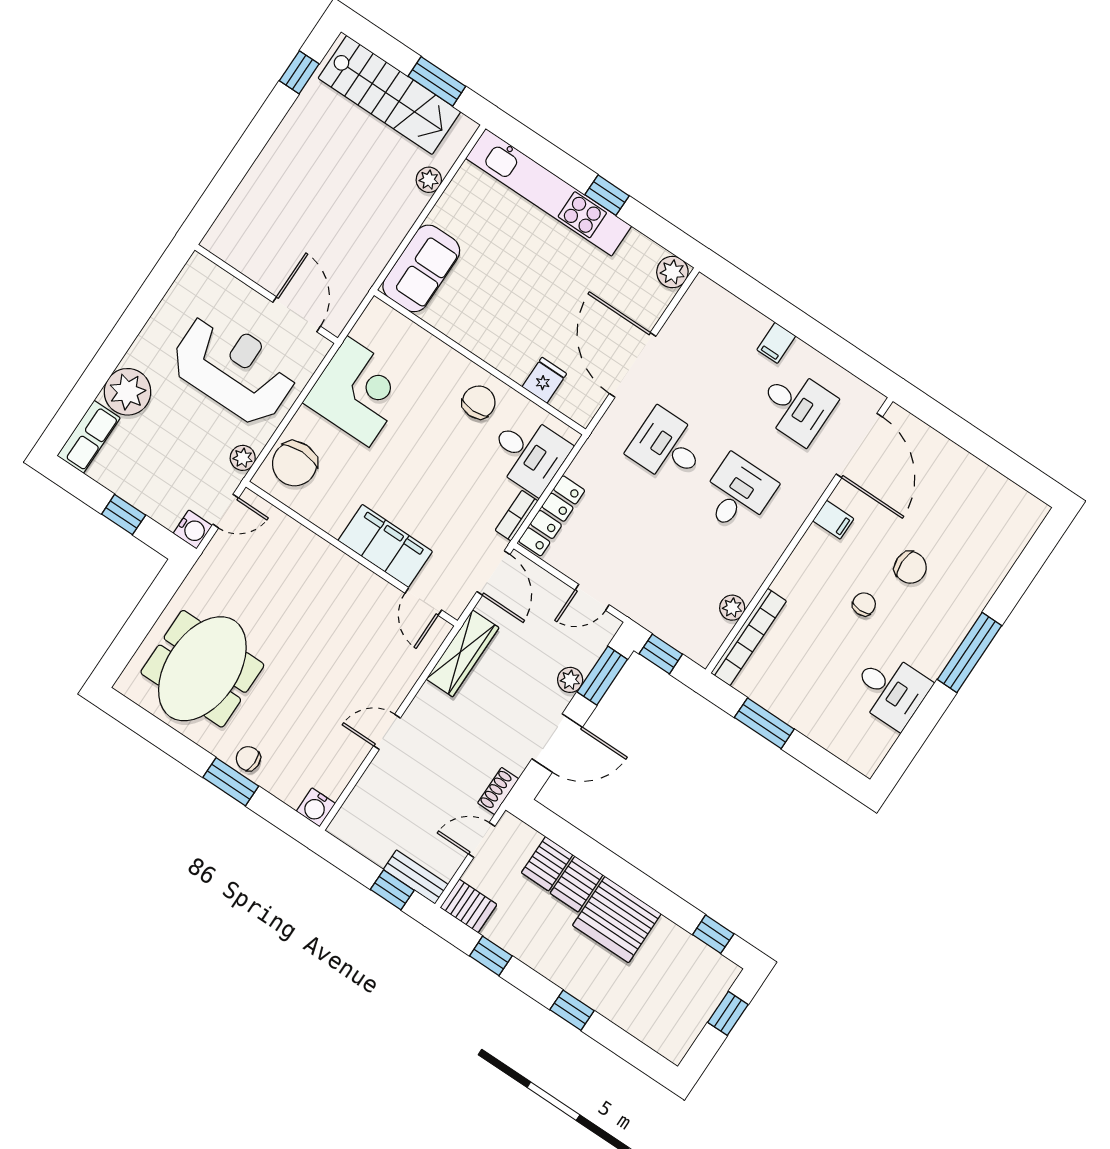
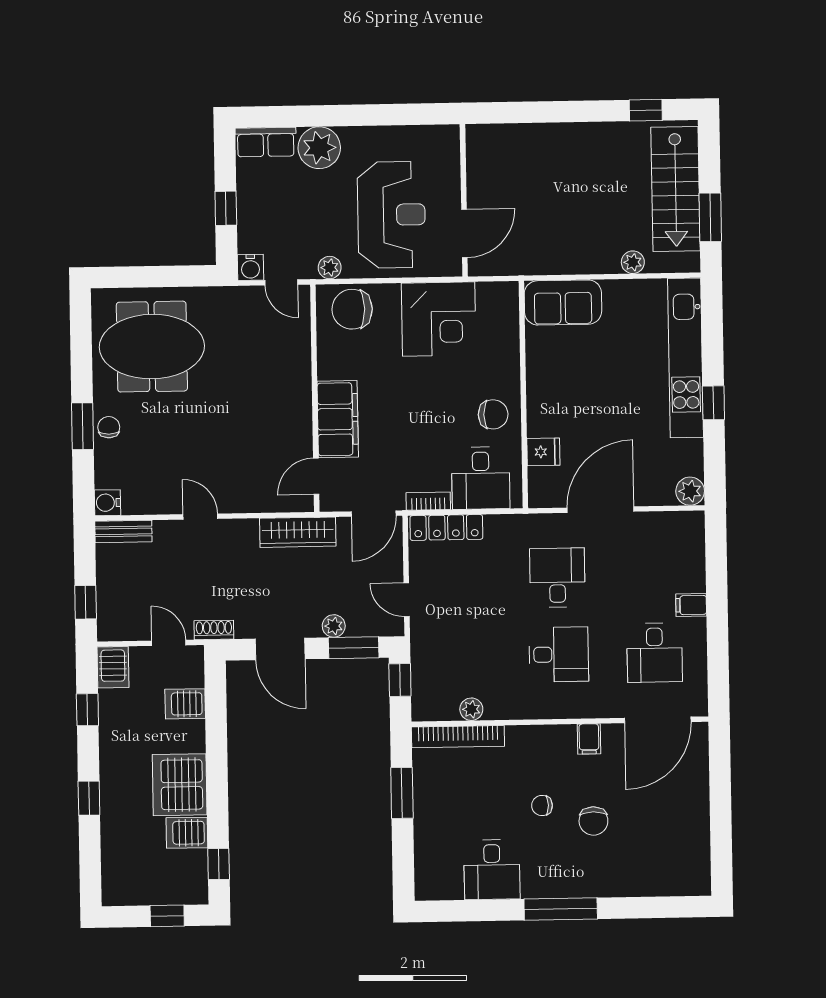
chair: (864, 604) -> (542, 806), turned 180
bench: (416, 877) -> (123, 531), moved, turned 90
server rack: (577, 884) -> (187, 833), moved

